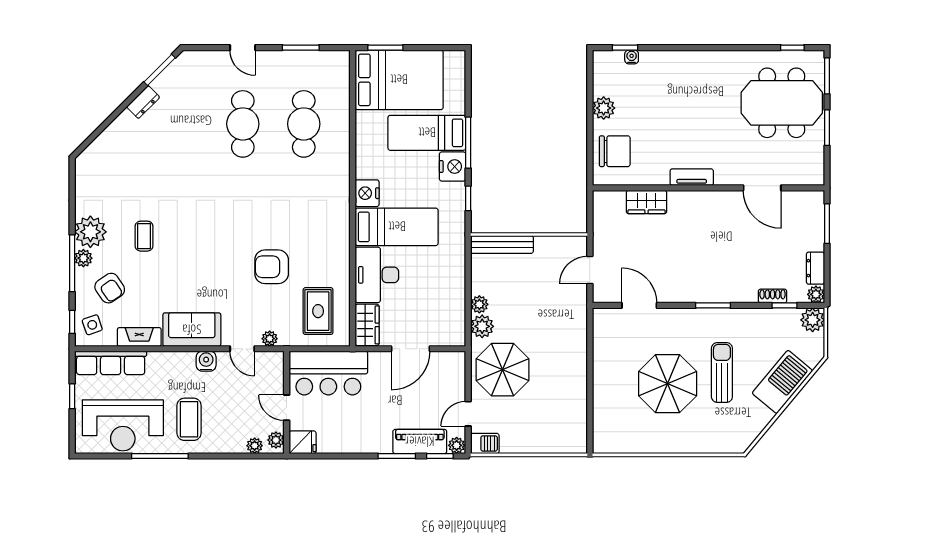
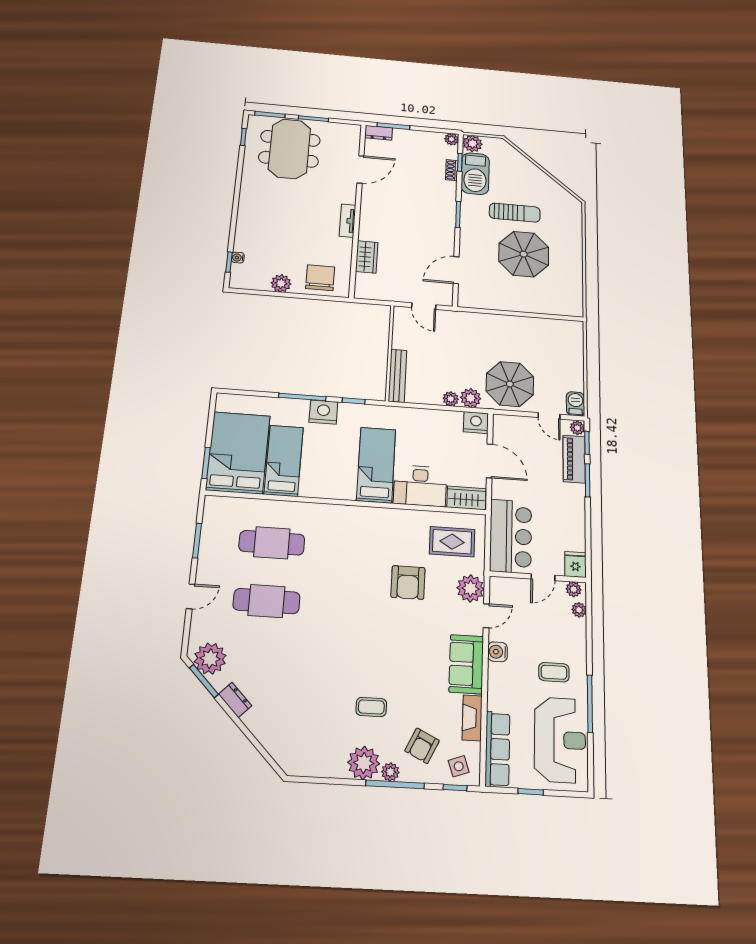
plant: (182, 74) -> (210, 659), added
bed: (427, 133) -> (284, 461), moved, turned 180
nightstand: (367, 193) -> (476, 423), moved, turned 180
dresser: (815, 268) -> (379, 133), moved
armchair: (110, 288) -> (422, 746), turned 150
plant: (270, 339) -> (470, 588), width x1.87, depth x1.87
sun lounger: (722, 372) -> (515, 213), turned 180
barbecue: (782, 382) -> (475, 174), moved, turned -130
coffee table: (189, 419) -> (554, 672), width x0.73, depth x0.77

